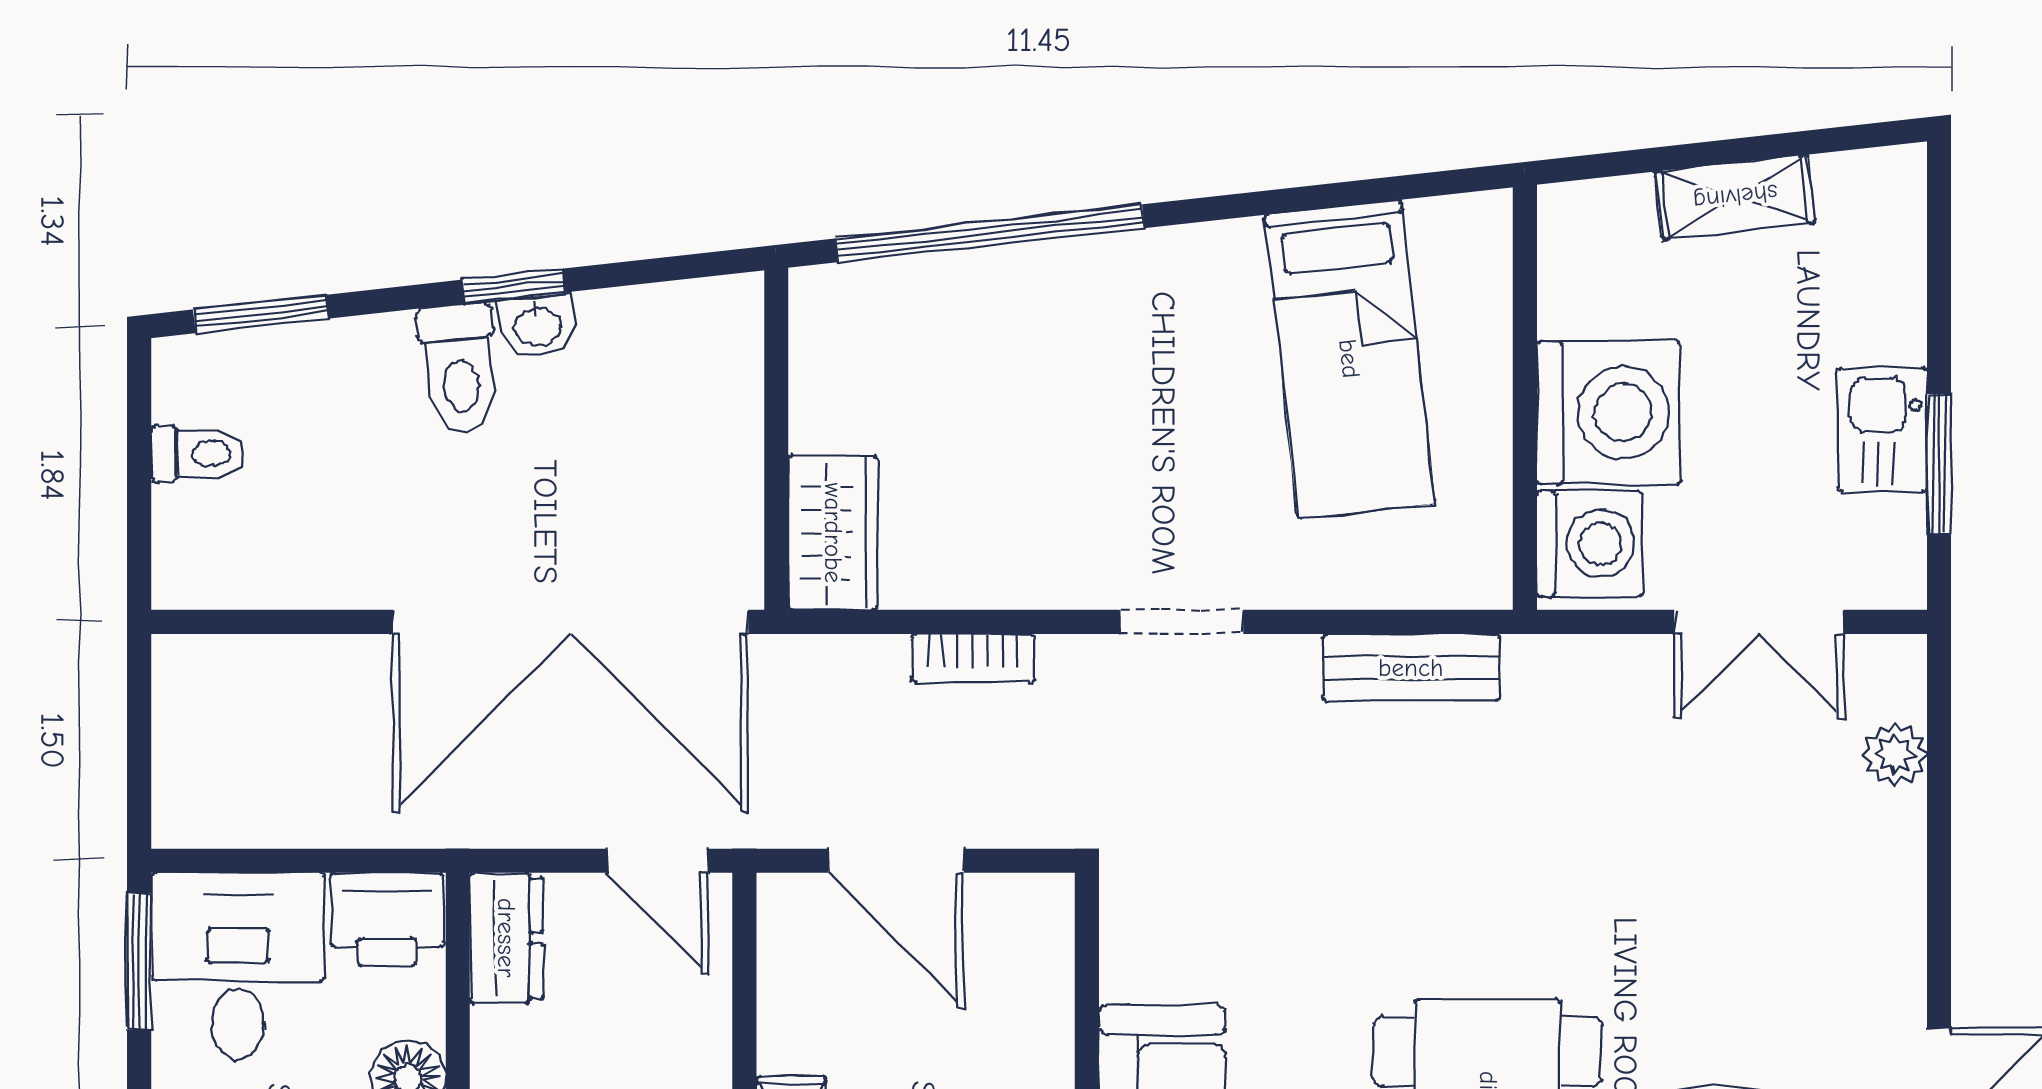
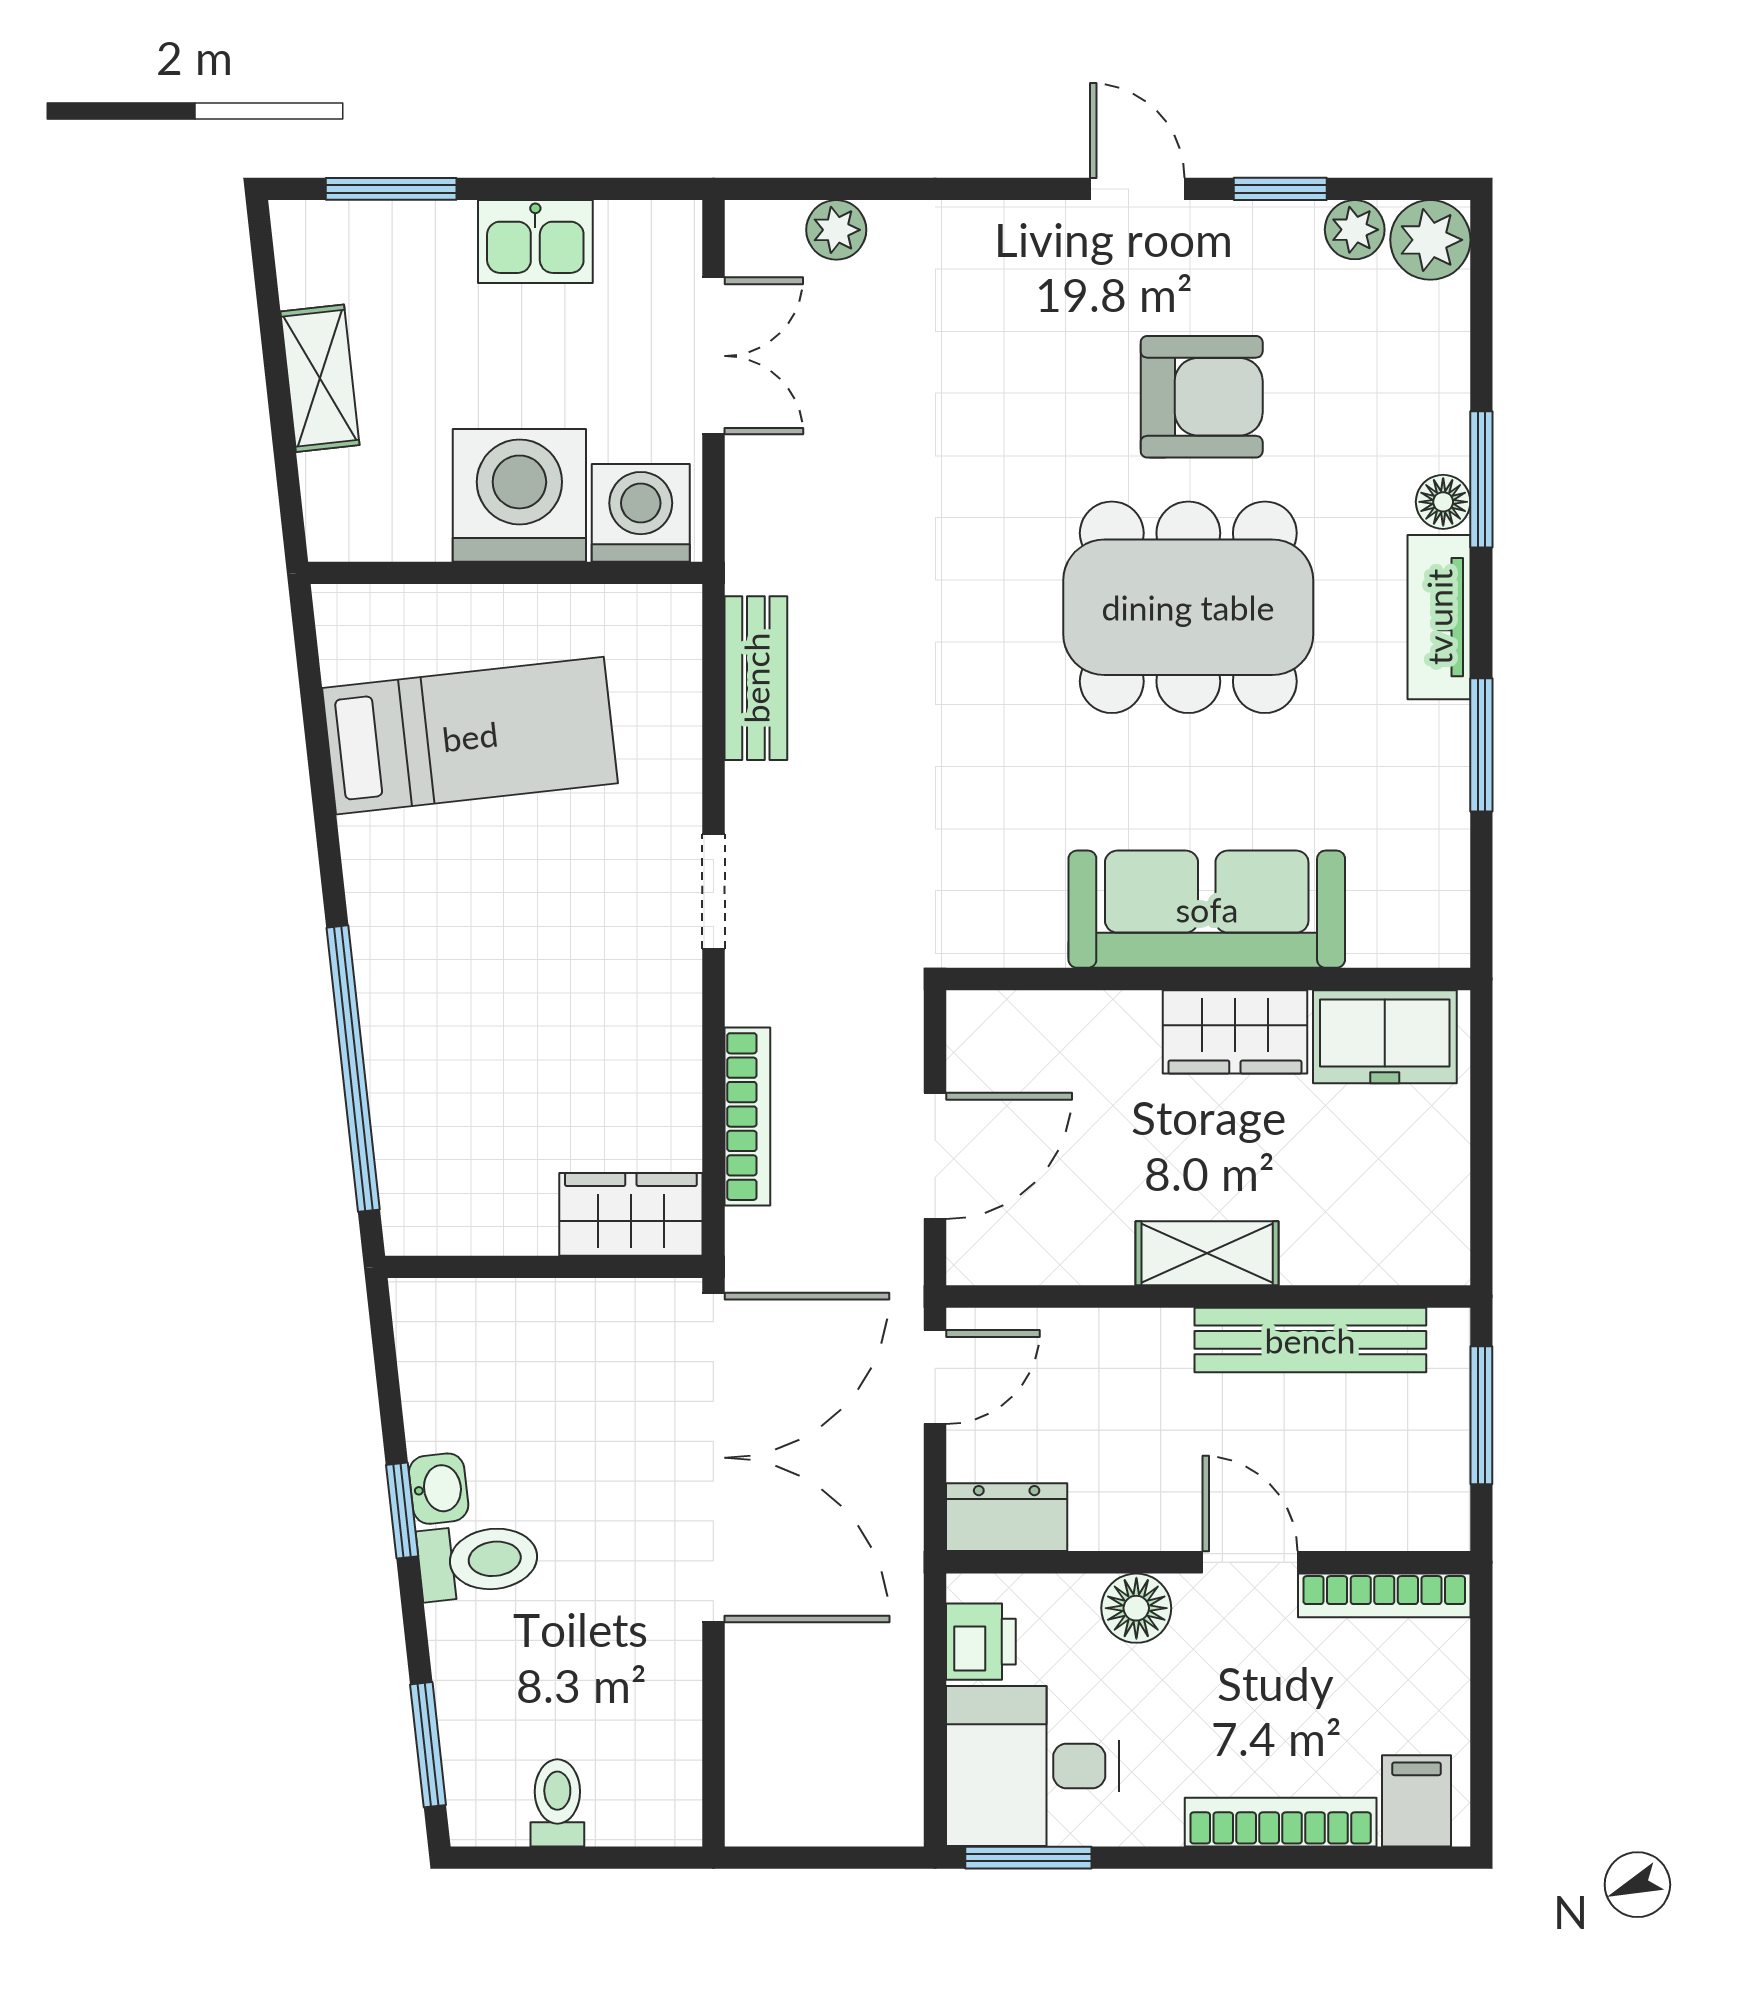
window: (1939, 465) -> (391, 189), moved
bookcase: (973, 658) -> (747, 1117), width x1.56
printer: (387, 919) -> (981, 1642), width x0.73, depth x0.81

